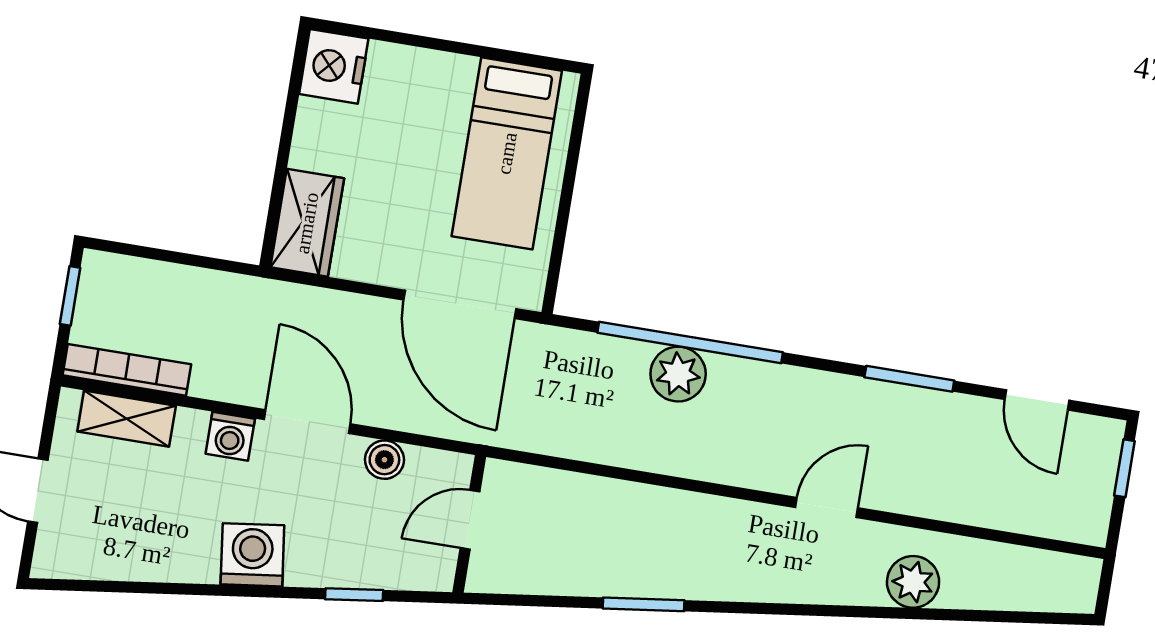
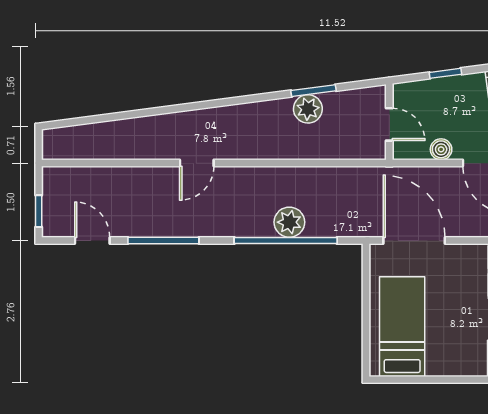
window: (909, 379) -> (163, 240), width x1.44
door: (470, 520) -> (389, 124), hinge flipped
plant: (913, 582) -> (308, 109), moved
window: (644, 604) -> (313, 91), moved

